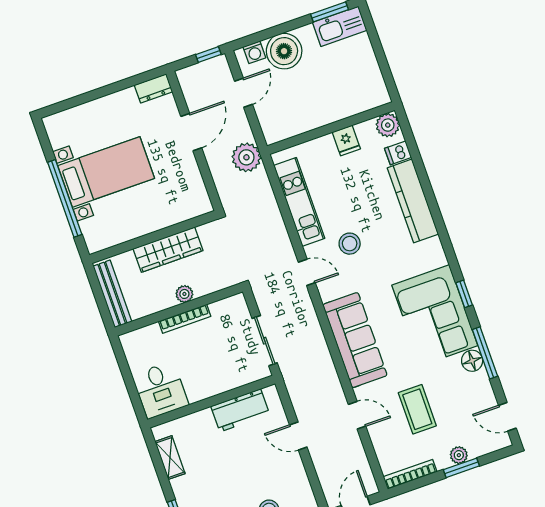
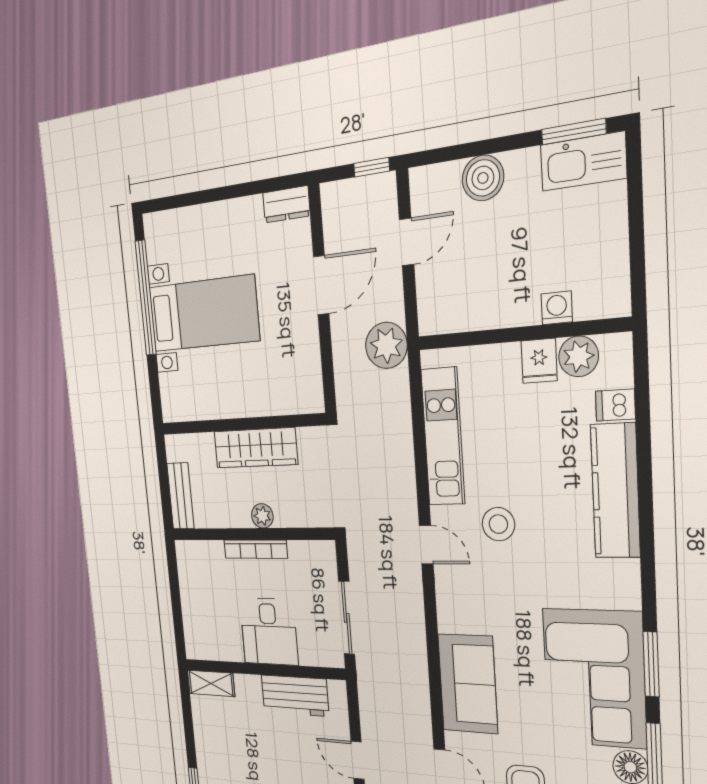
boiler: (284, 51) -> (483, 178), width x0.73, depth x0.73
washing machine: (254, 52) -> (557, 308), moved, turned 180
plant: (388, 125) -> (579, 356), moved
window: (65, 198) -> (146, 298), moved
bench: (112, 294) -> (181, 496), width x0.73
window: (464, 294) -> (651, 664), width x1.50
sofa: (355, 340) -> (468, 684), width x0.73
desk: (161, 390) -> (269, 632), moved
shelving: (170, 458) -> (211, 683), moved, turned 90

